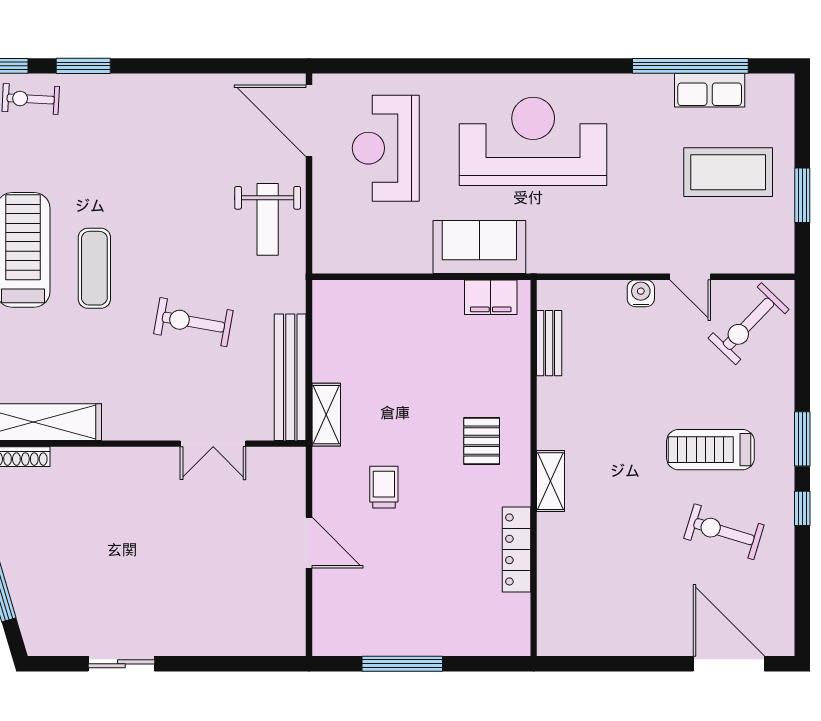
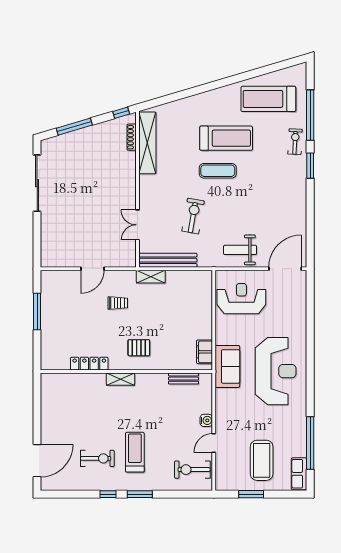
row of seats: (710, 90) -> (299, 474), moved
reception desk: (386, 148) -> (241, 299), moved
sofa: (479, 247) -> (227, 366), moved
exercise bike: (748, 324) -> (192, 470), turned -44
exercise bike: (724, 532) -> (97, 458), turned 73
sliding door: (121, 664) -> (37, 183), width x1.86

